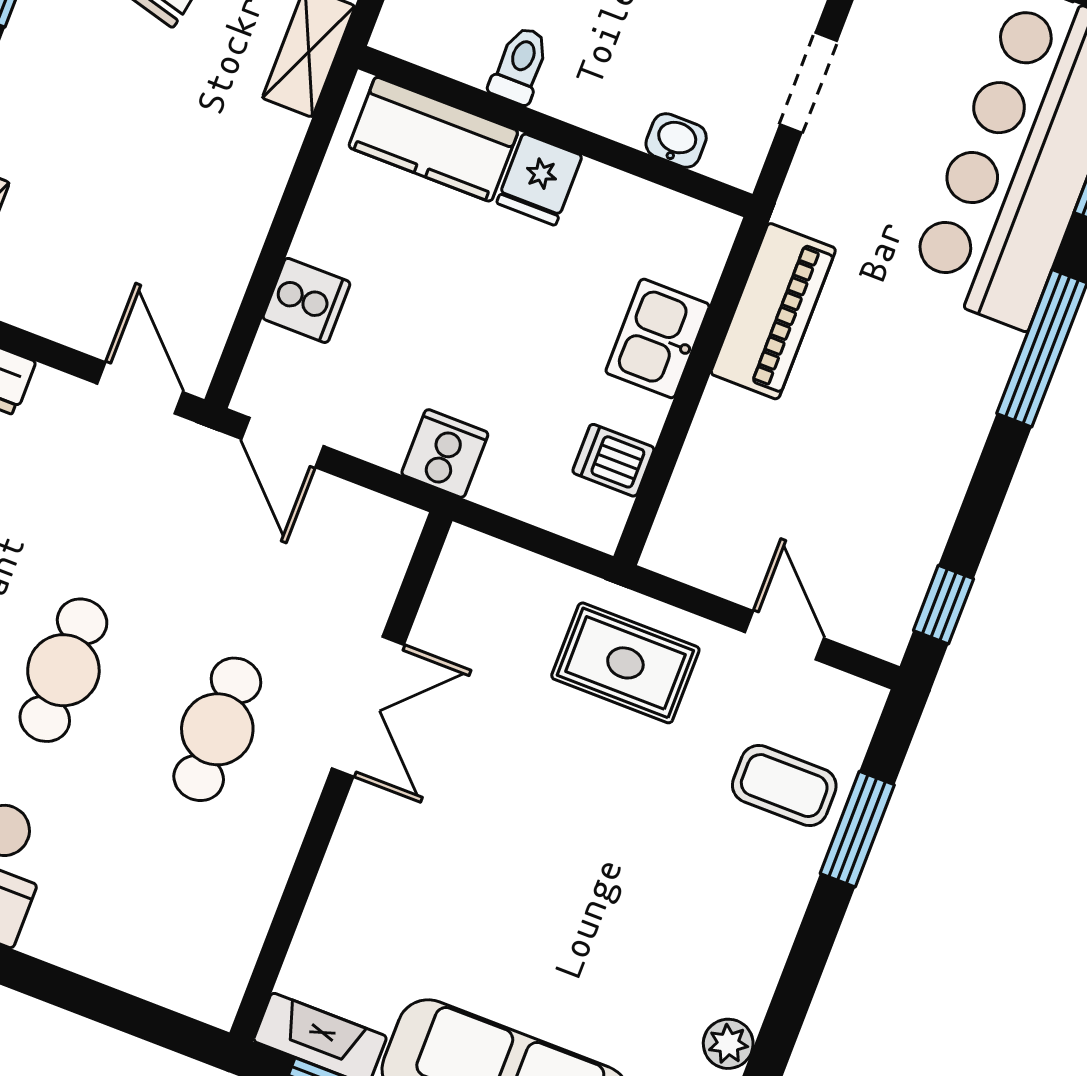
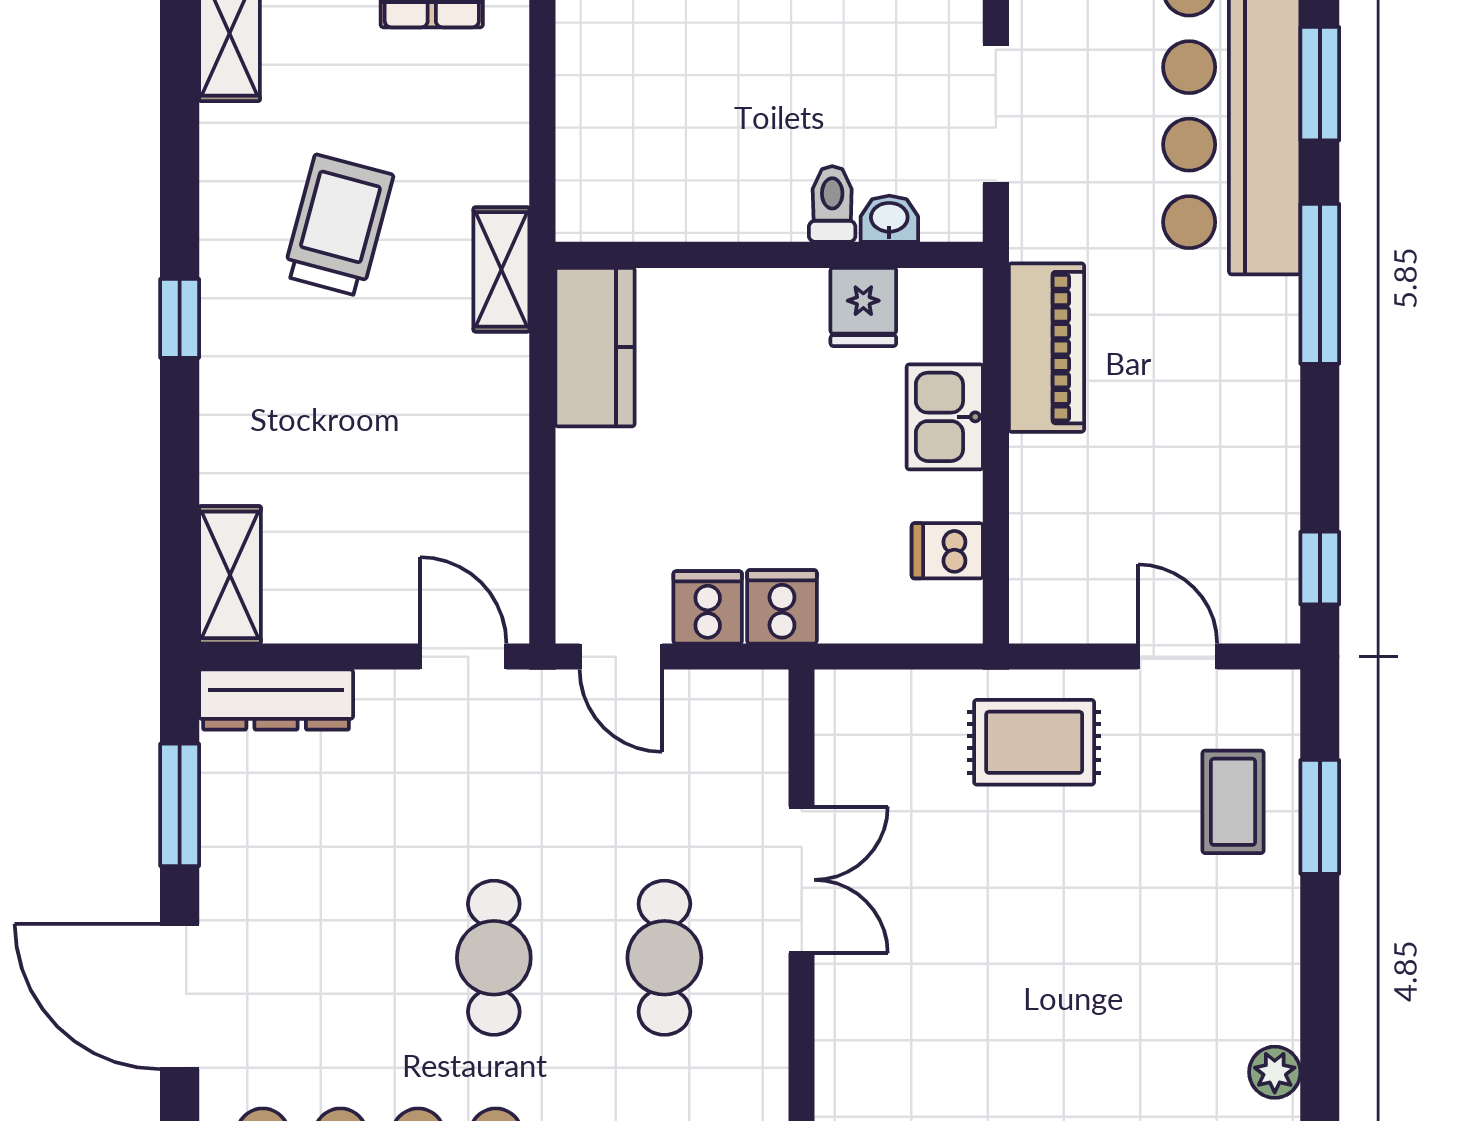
toilet: (520, 65) -> (832, 204), moved
doorway: (809, 83) -> (996, 114), width x1.38
kitchen counter: (433, 139) -> (595, 347), moved, turned -90
fridge: (539, 179) -> (863, 307), moved
cooker: (306, 300) -> (708, 607), moved, turned -90
coffee table: (784, 786) -> (1233, 802), turned 90

